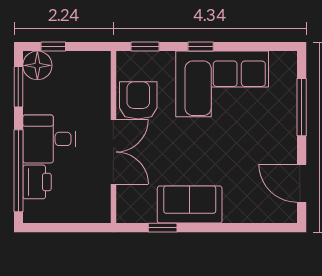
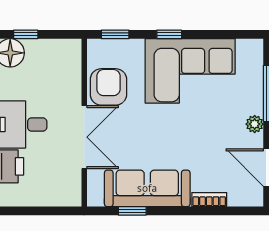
plant: (288, 138) -> (255, 124), added
sofa: (190, 205) -> (147, 188), width x1.36
bookcase: (242, 216) -> (209, 200), added

